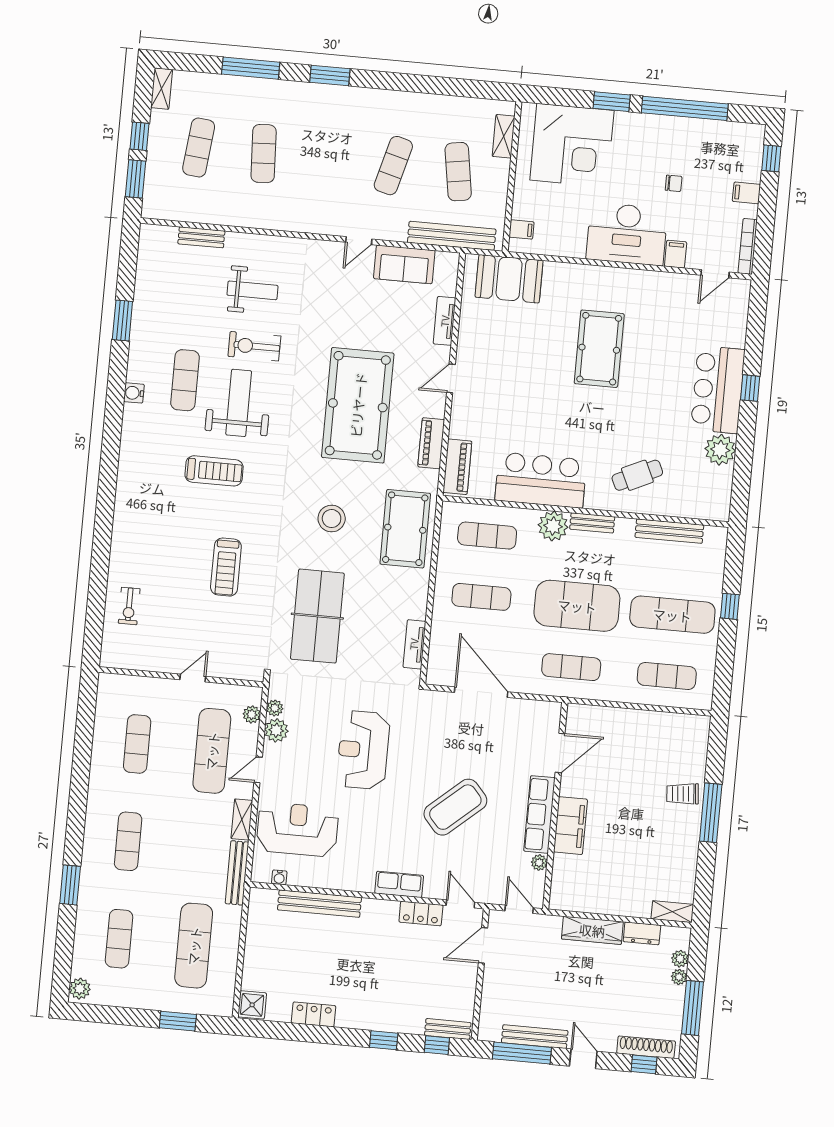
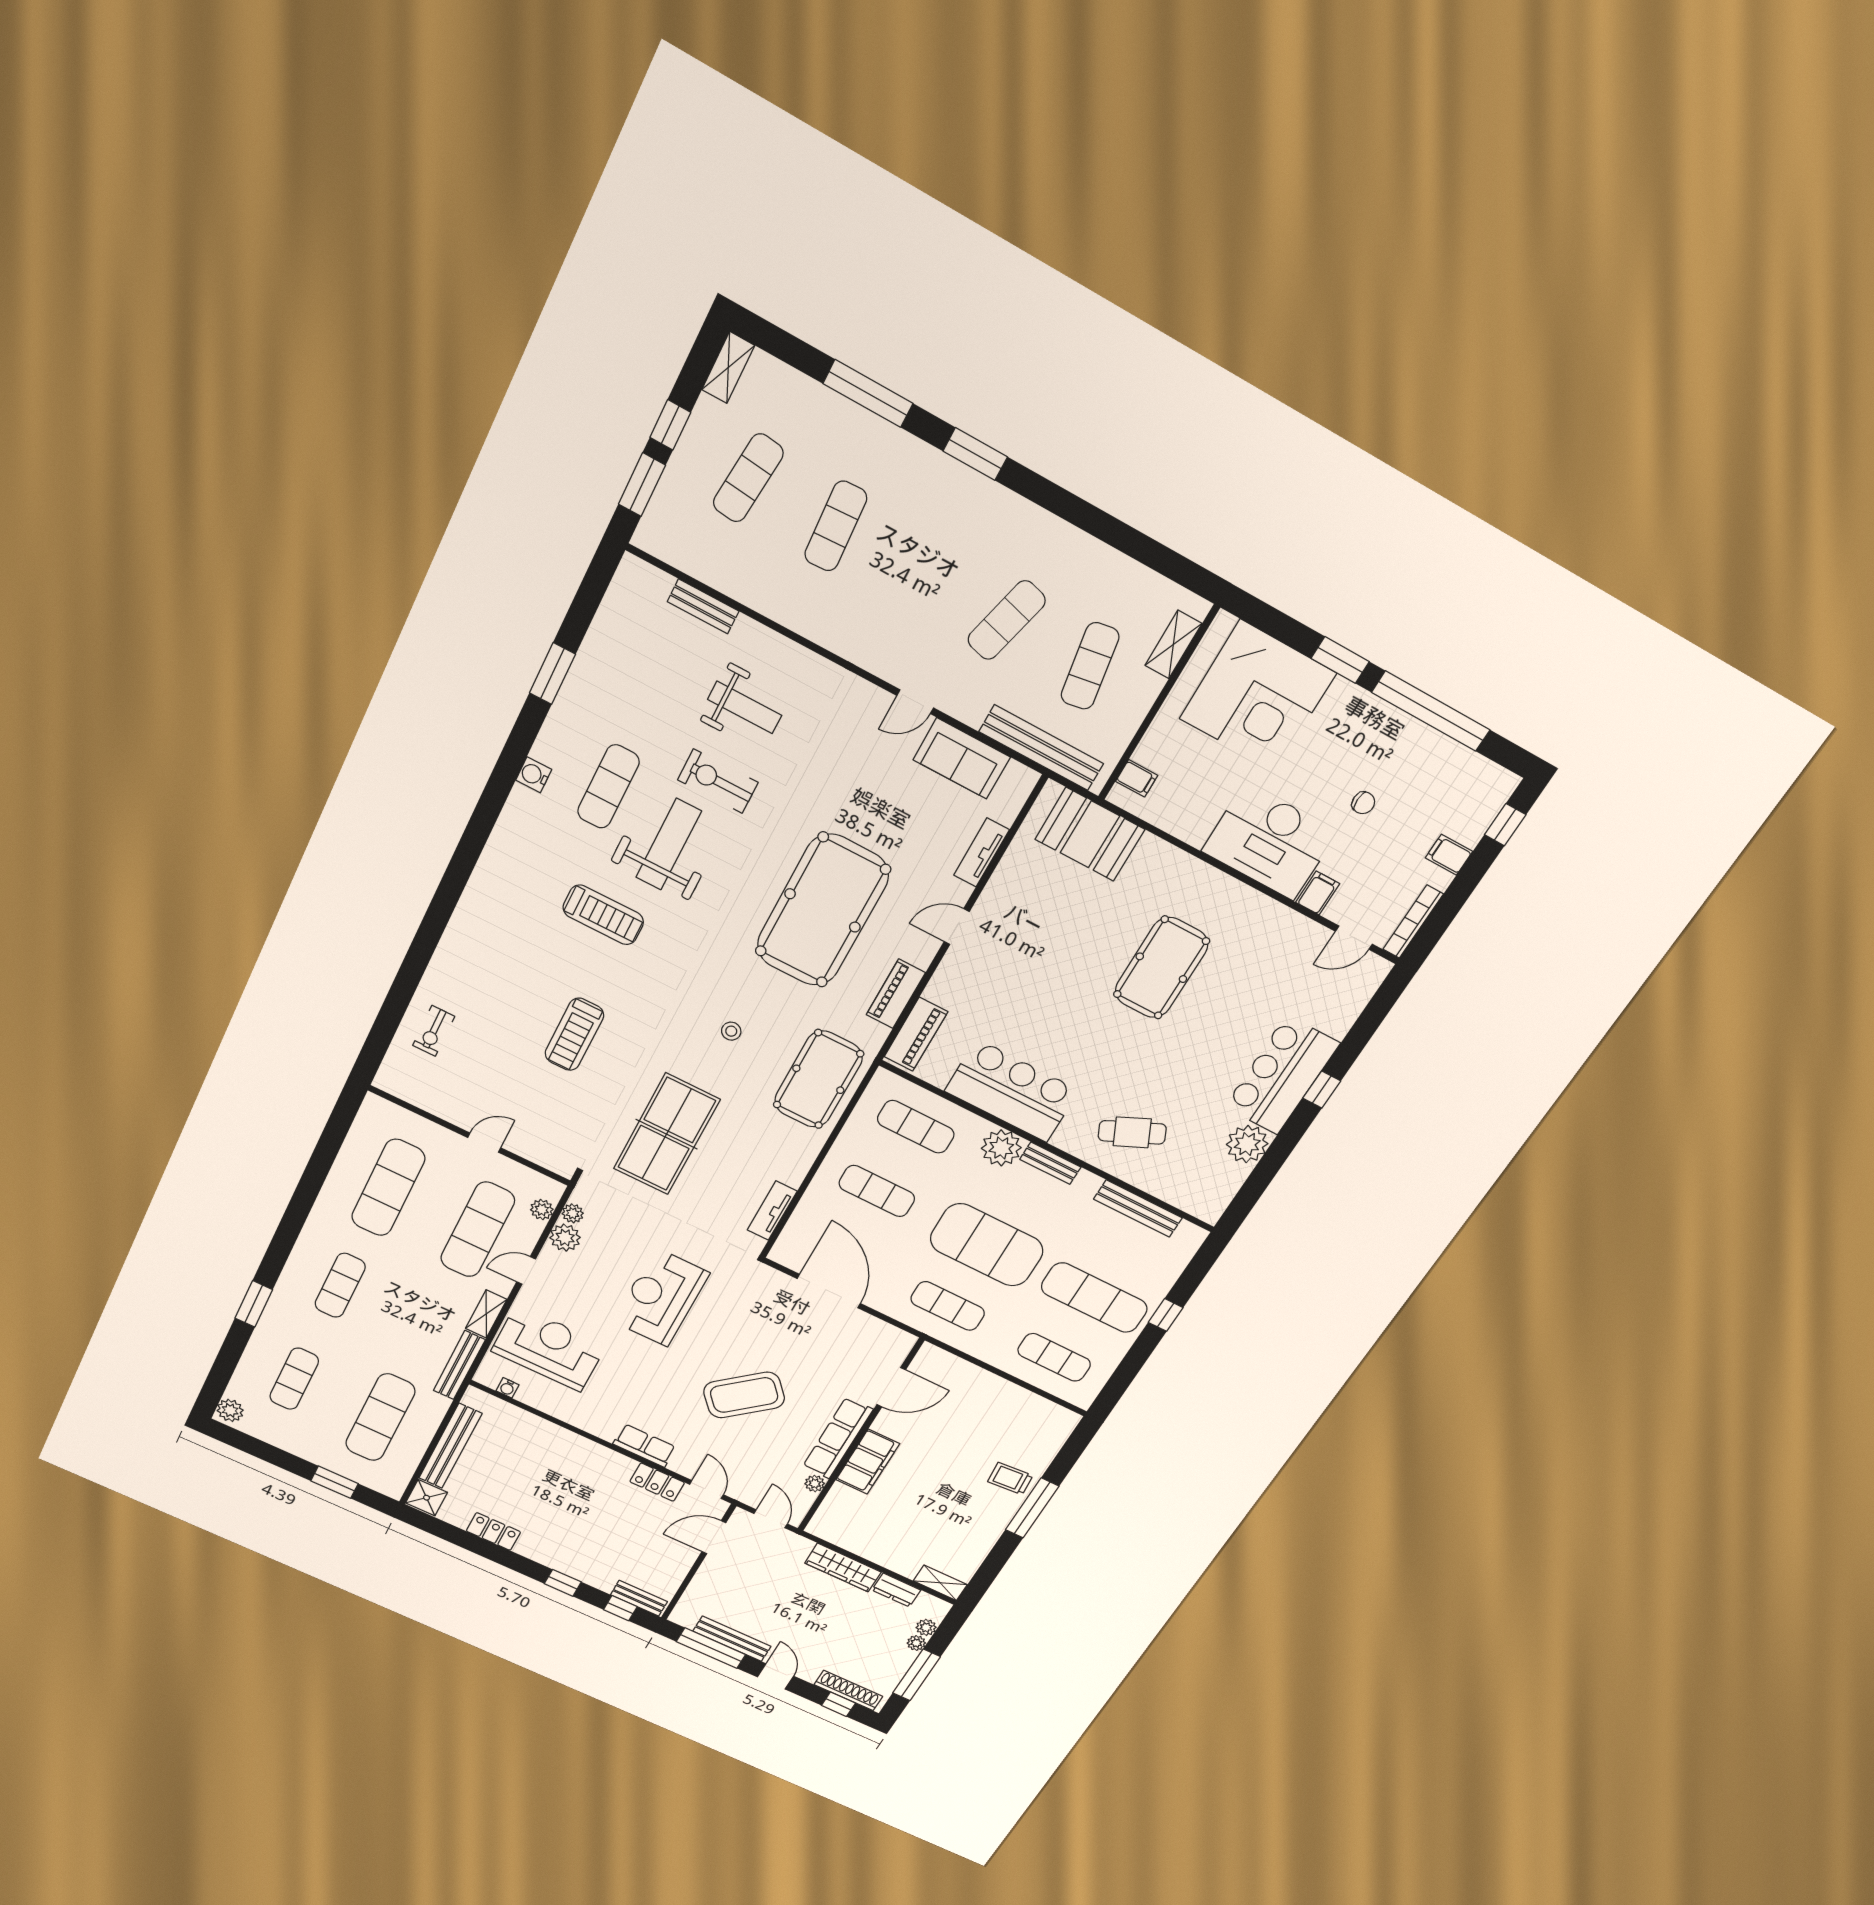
stool: (332, 519) -> (731, 1031), width x0.53, depth x0.53
exercise mat: (137, 744) -> (388, 1188), width x1.36, depth x1.45
bench: (319, 904) -> (450, 1446), moved, turned 90

